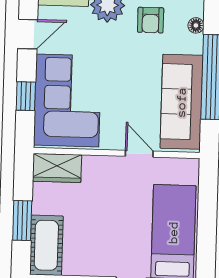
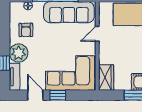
armchair: (151, 20) -> (26, 30), turned 90
window: (26, 96) -> (58, 95), moved

